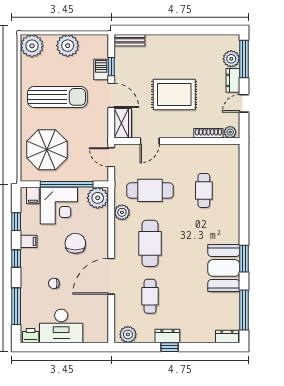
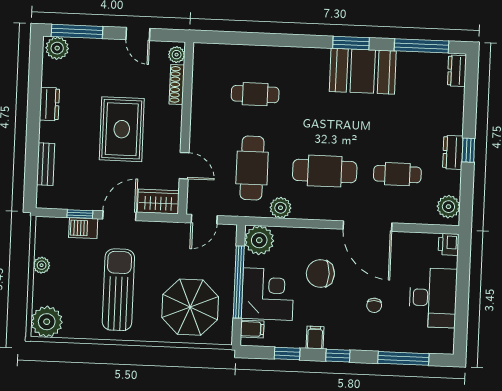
bench: (130, 40) -> (46, 164), moved
plant: (68, 46) -> (42, 265), width x0.53, depth x0.53
plant: (231, 59) -> (57, 48), moved
dresser: (233, 80) -> (49, 104), moved, turned -90
printer: (31, 336) -> (448, 244), moved

